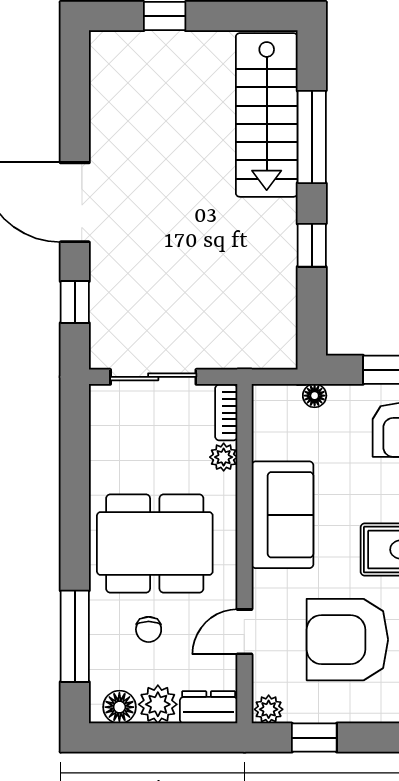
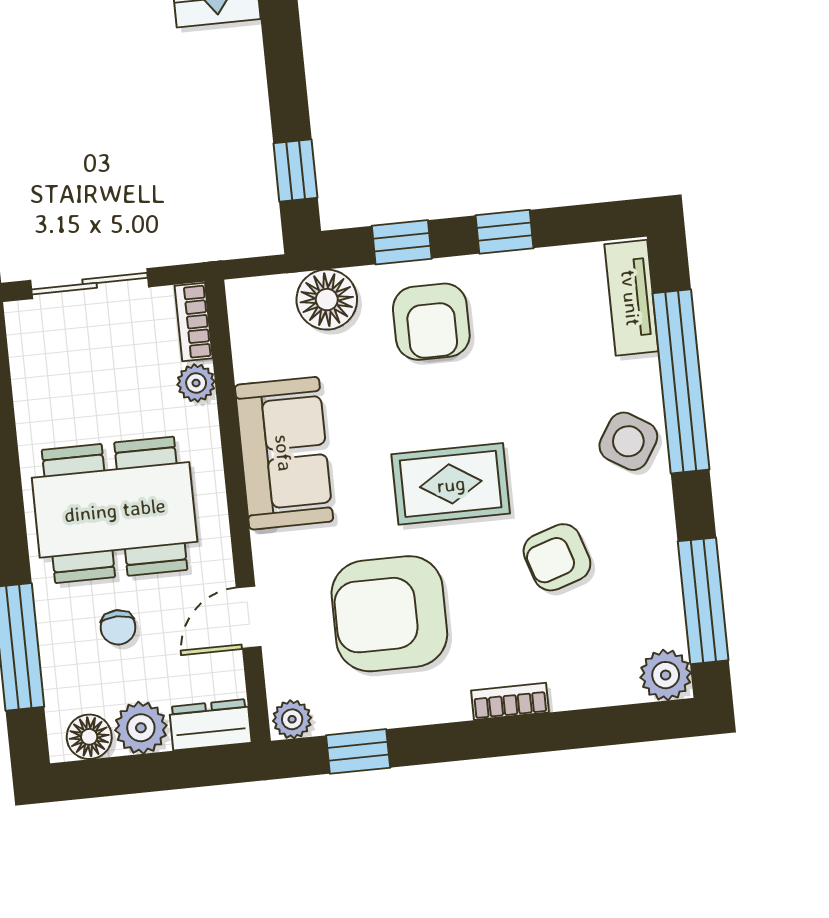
window: (312, 245) -> (295, 170), moved
floor lamp: (315, 396) -> (327, 300), width x1.89, depth x1.89

